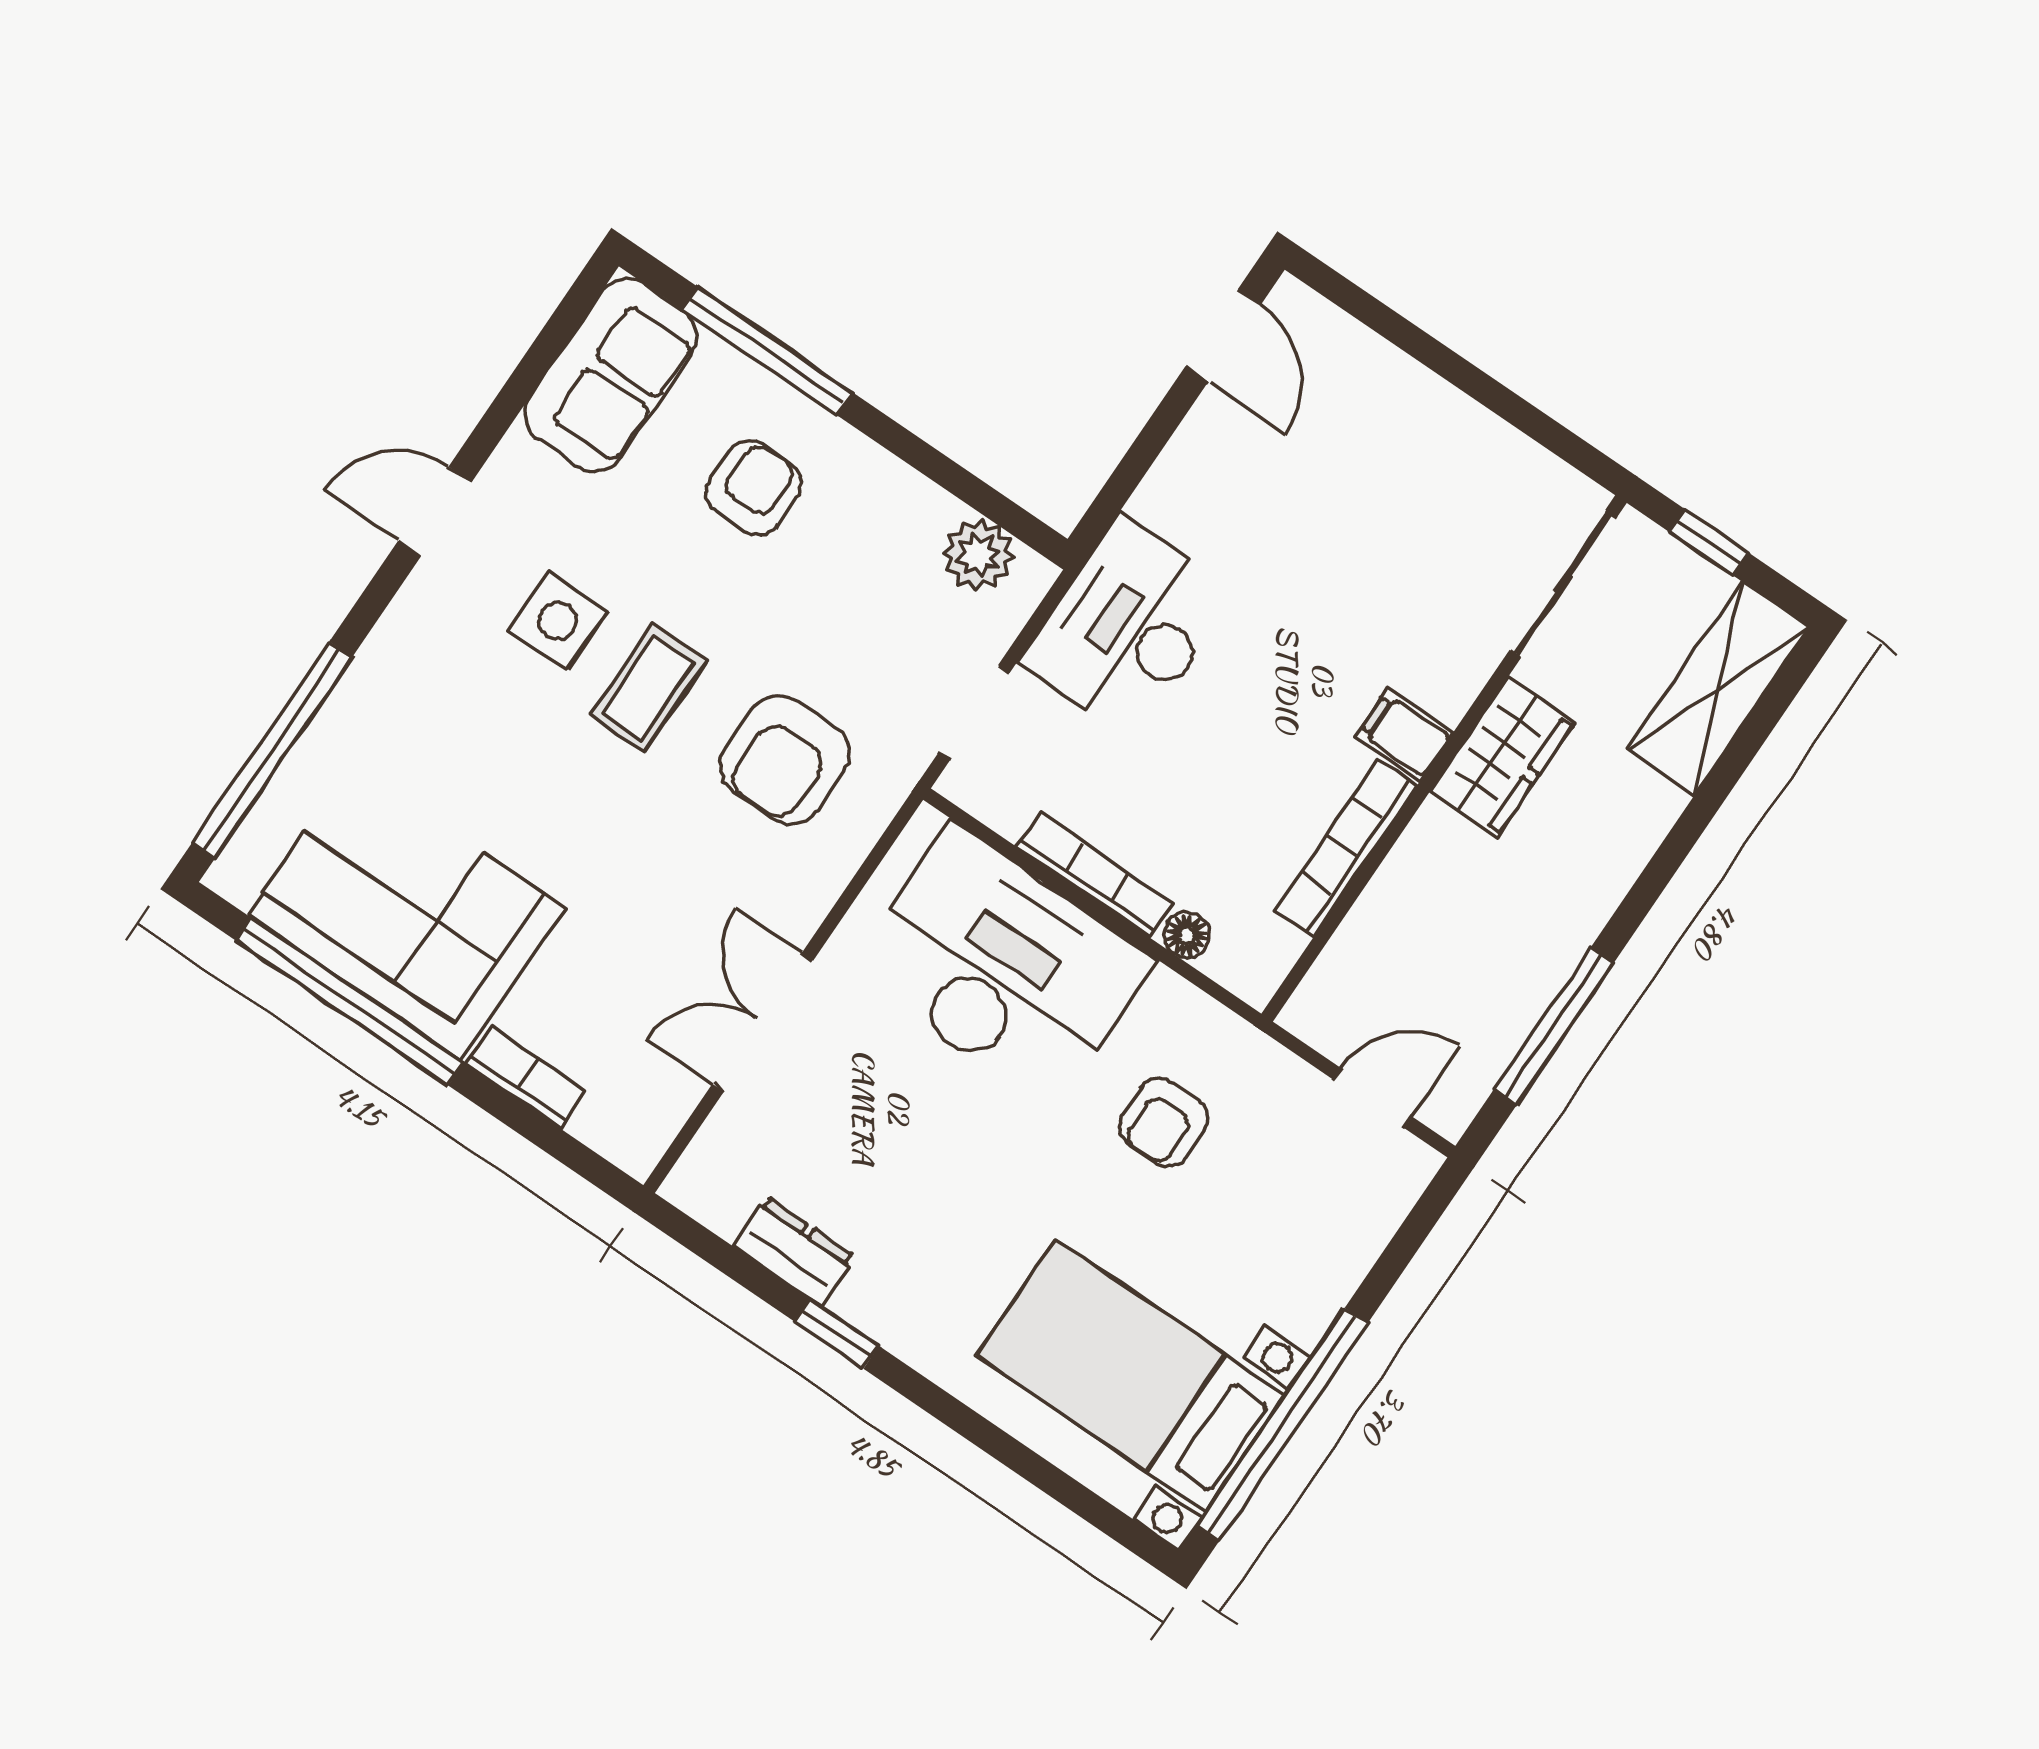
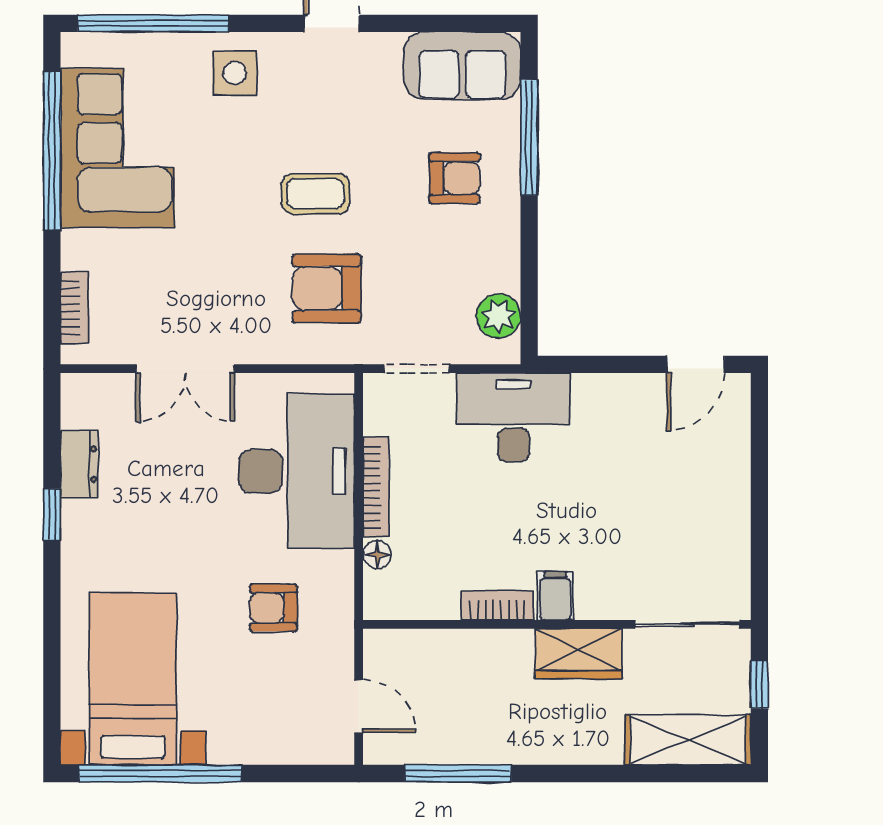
side table: (557, 621) -> (235, 73), moved
bookcase: (1346, 848) -> (497, 606), width x0.64
double door: (763, 1022) -> (185, 369), swing flipped
bookcase: (526, 1077) -> (75, 308), moved

